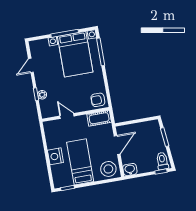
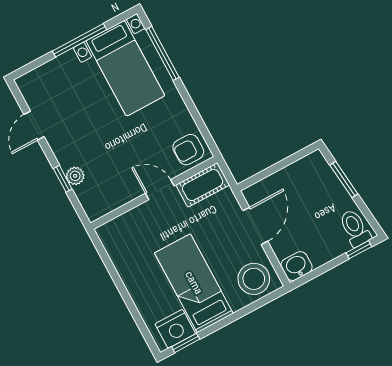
bed with nightstands: (75, 54) -> (125, 68), width x0.73
door: (67, 116) -> (160, 190), moved
nightstand: (55, 156) -> (175, 329), moved, turned -90

